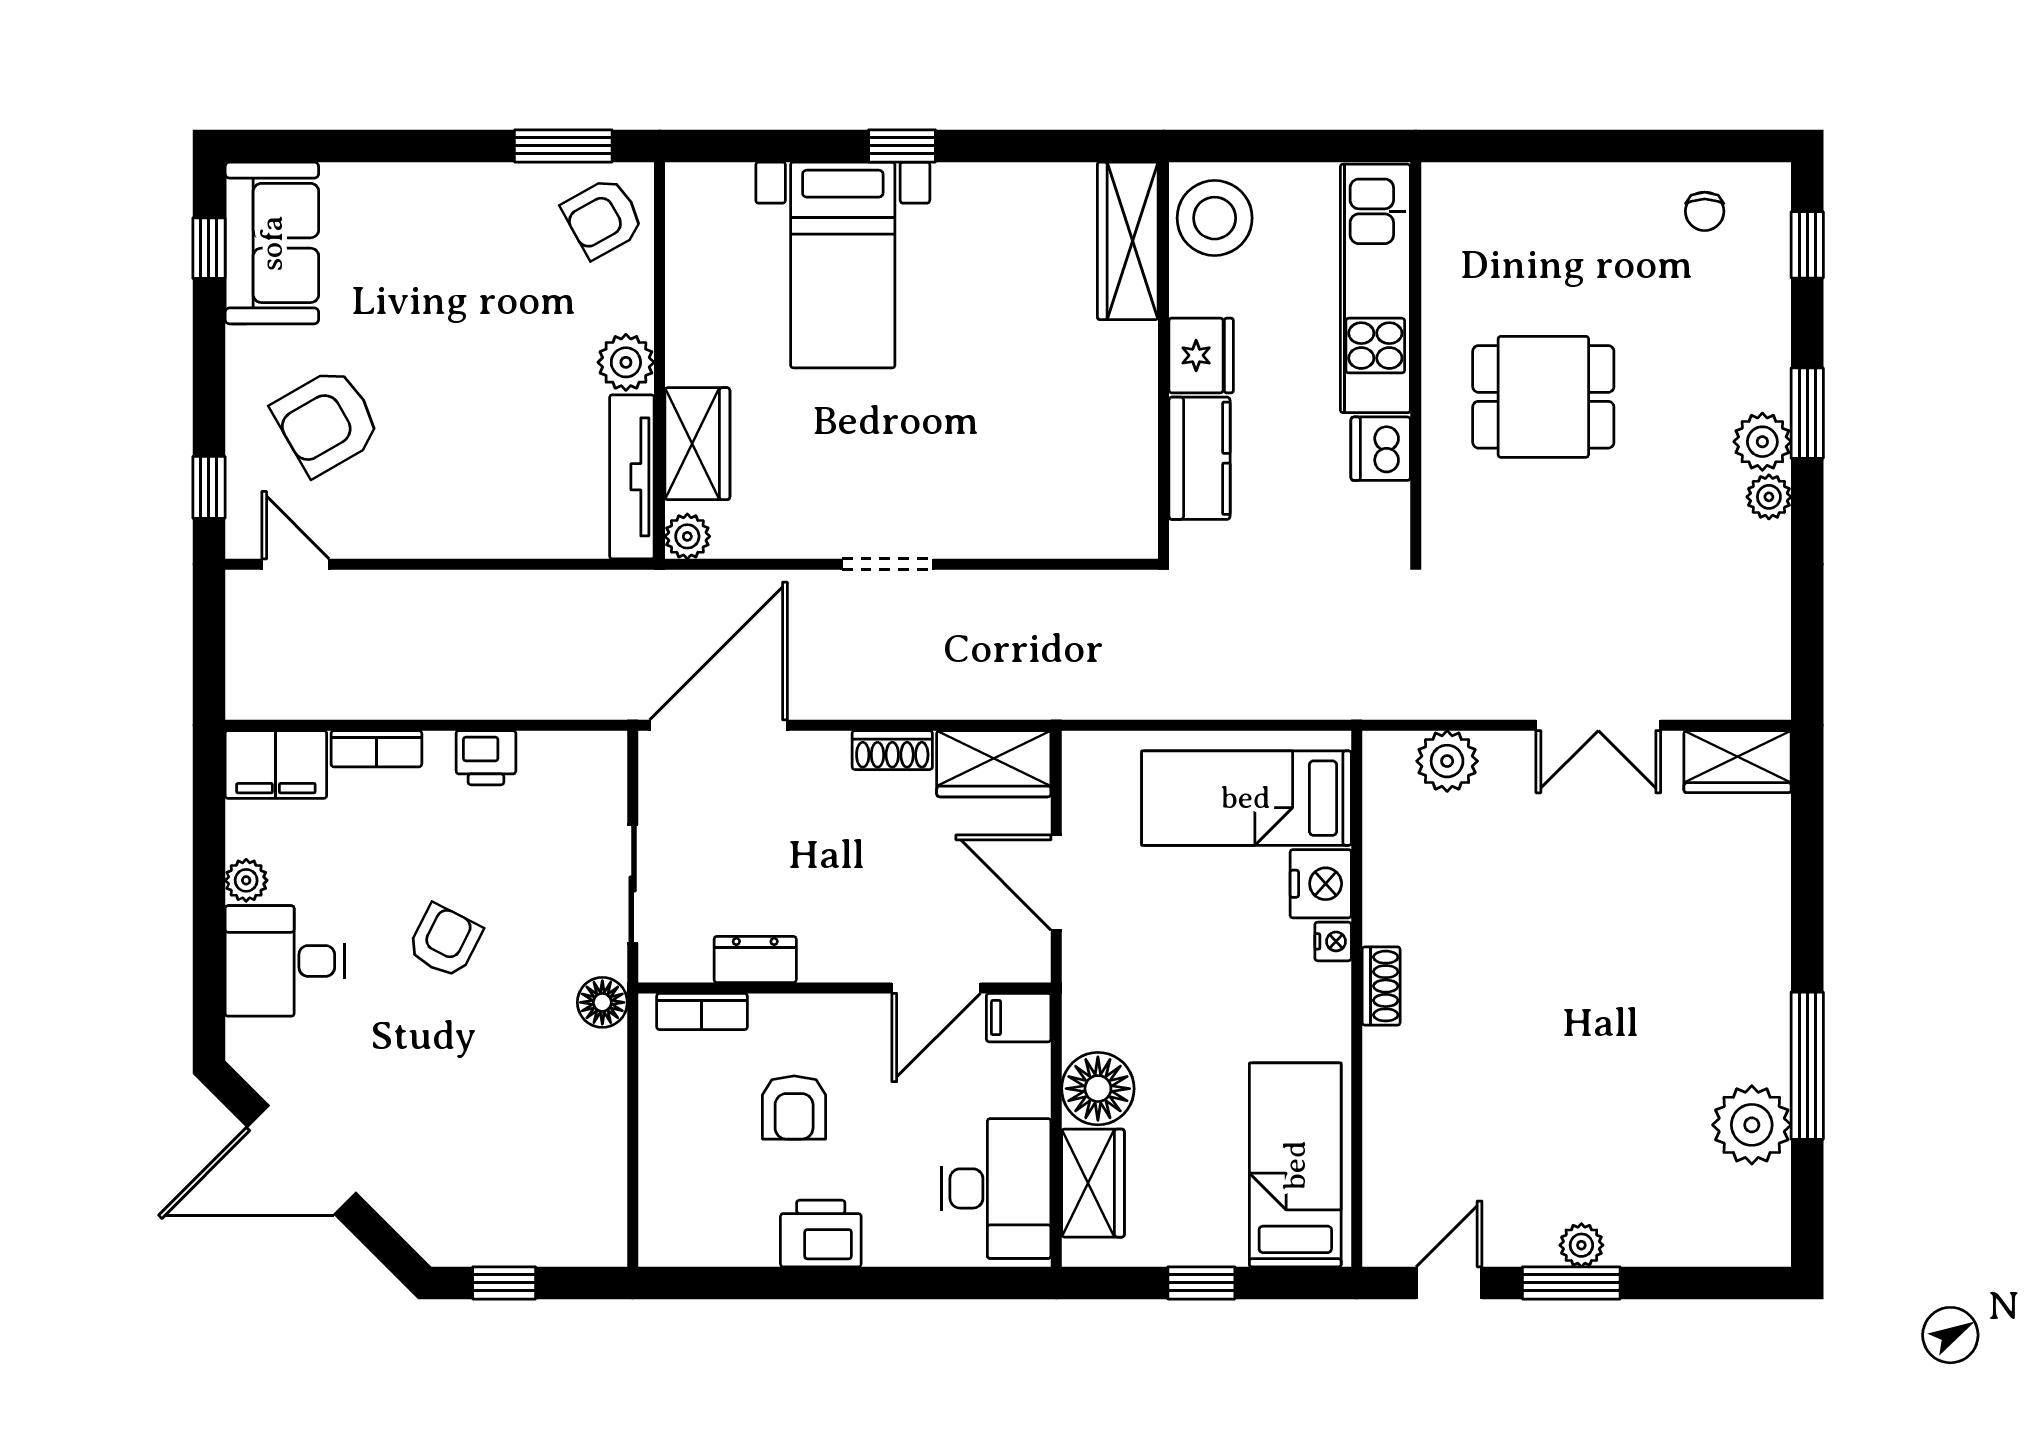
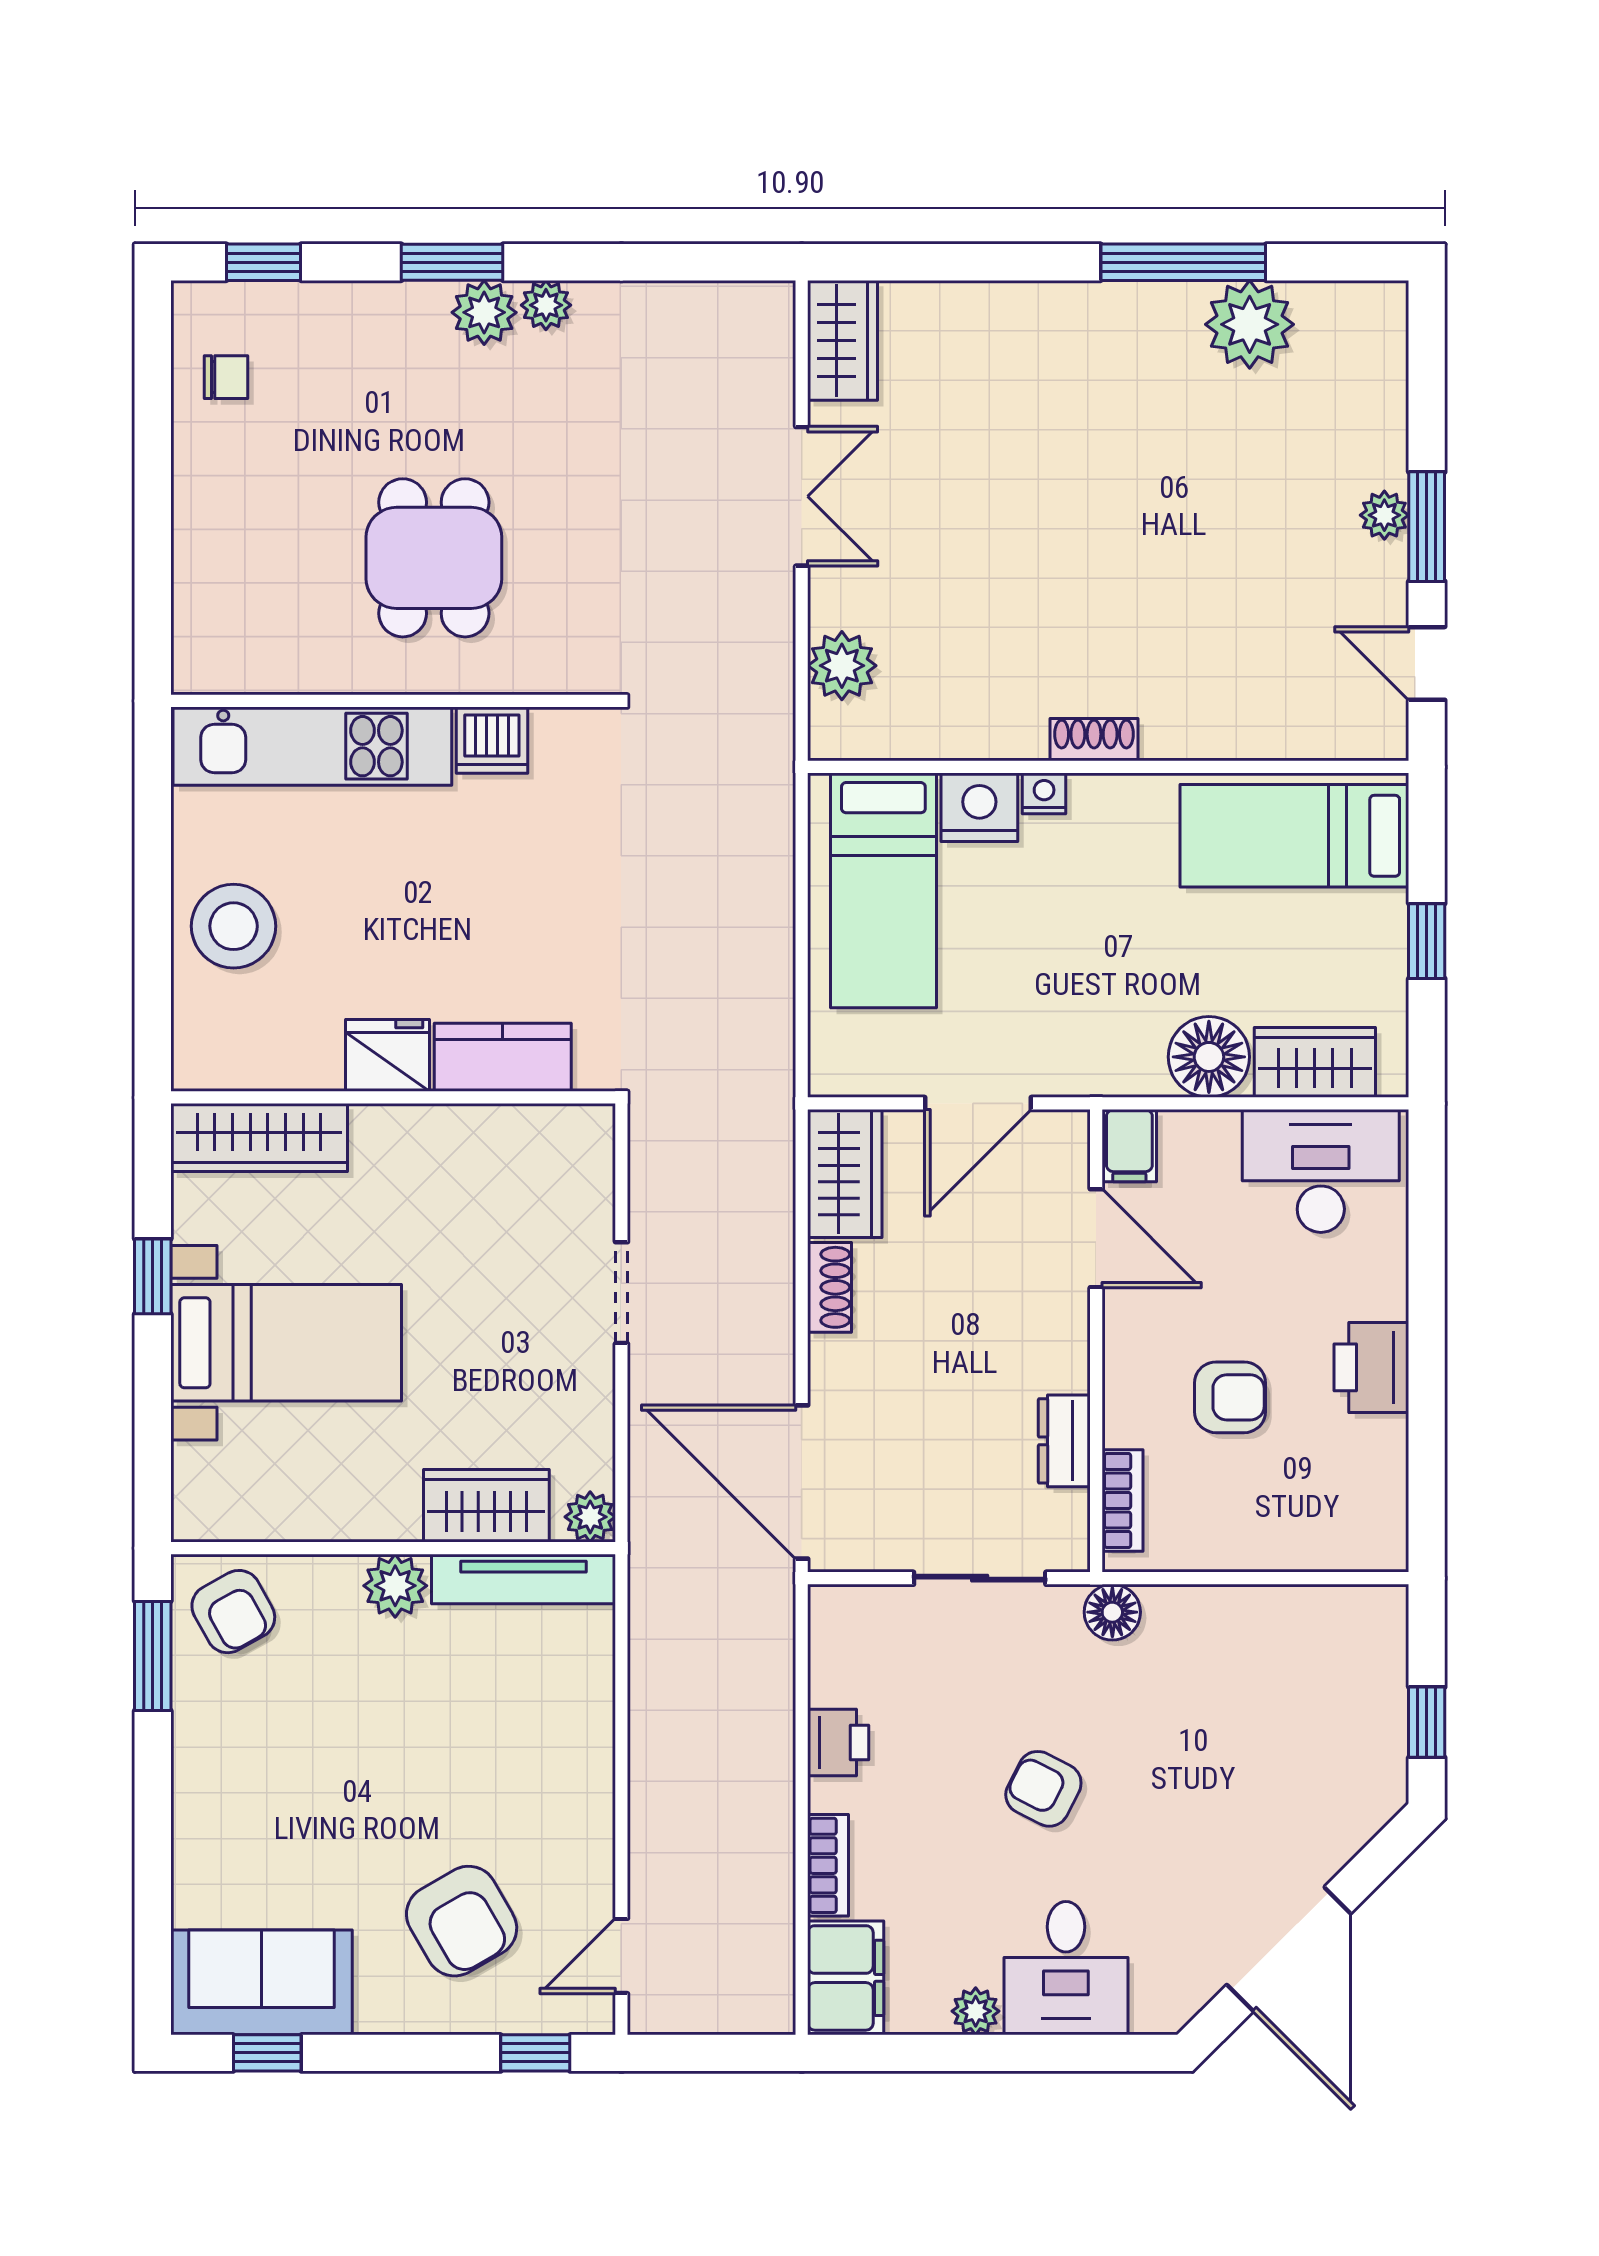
wardrobe: (1128, 241) -> (259, 1138), moved
fridge: (1201, 355) -> (388, 1055), moved
wall: (1164, 360) -> (393, 1097), moved
kitchen counter: (1200, 458) -> (503, 1057), moved

